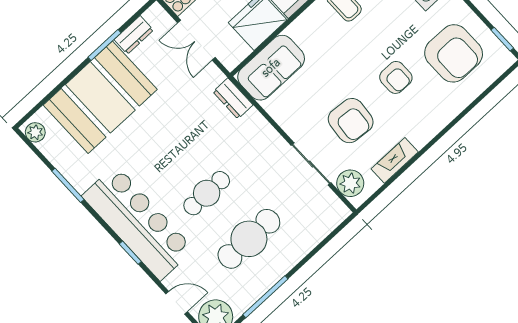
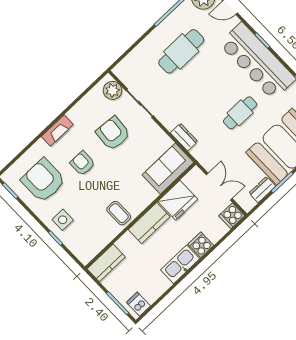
dresser: (233, 98) -> (184, 137), moved
fireplace: (395, 160) -> (57, 130), moved
cafe table: (207, 193) -> (240, 113), moved

